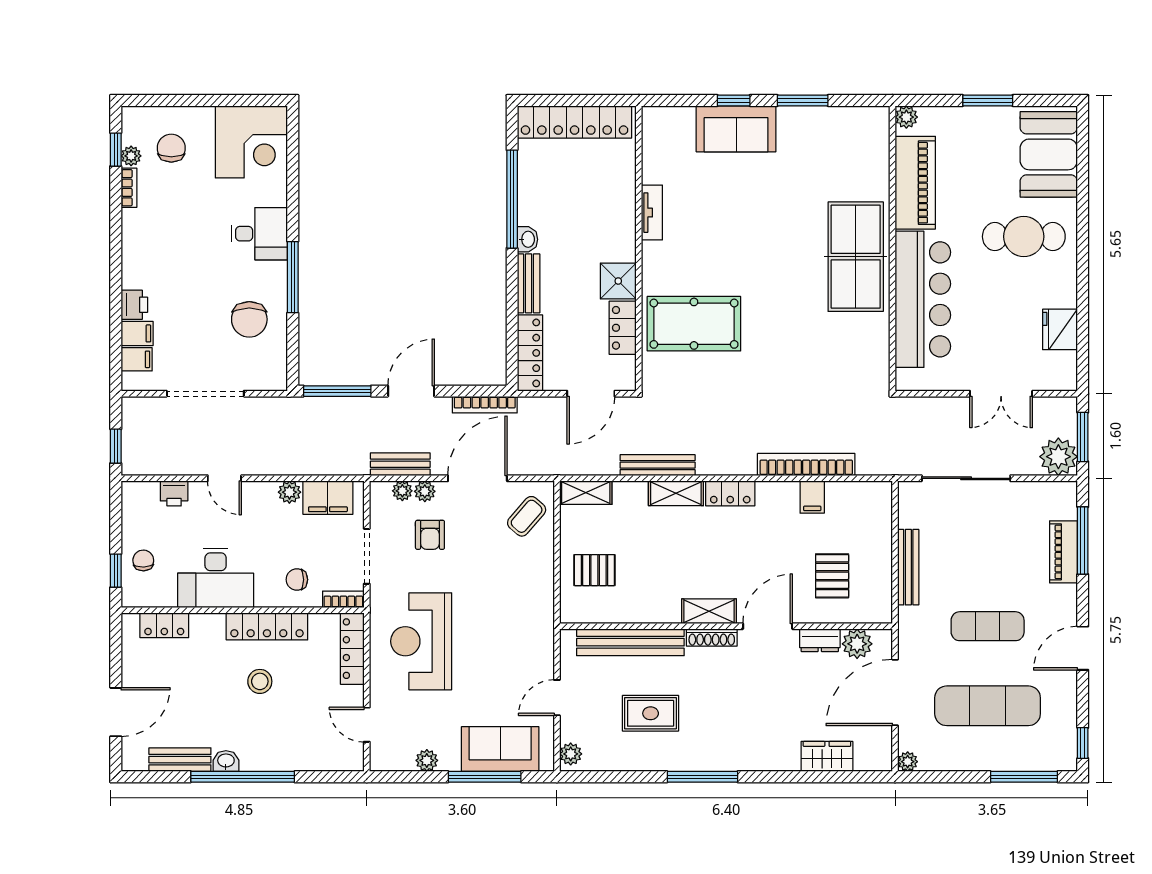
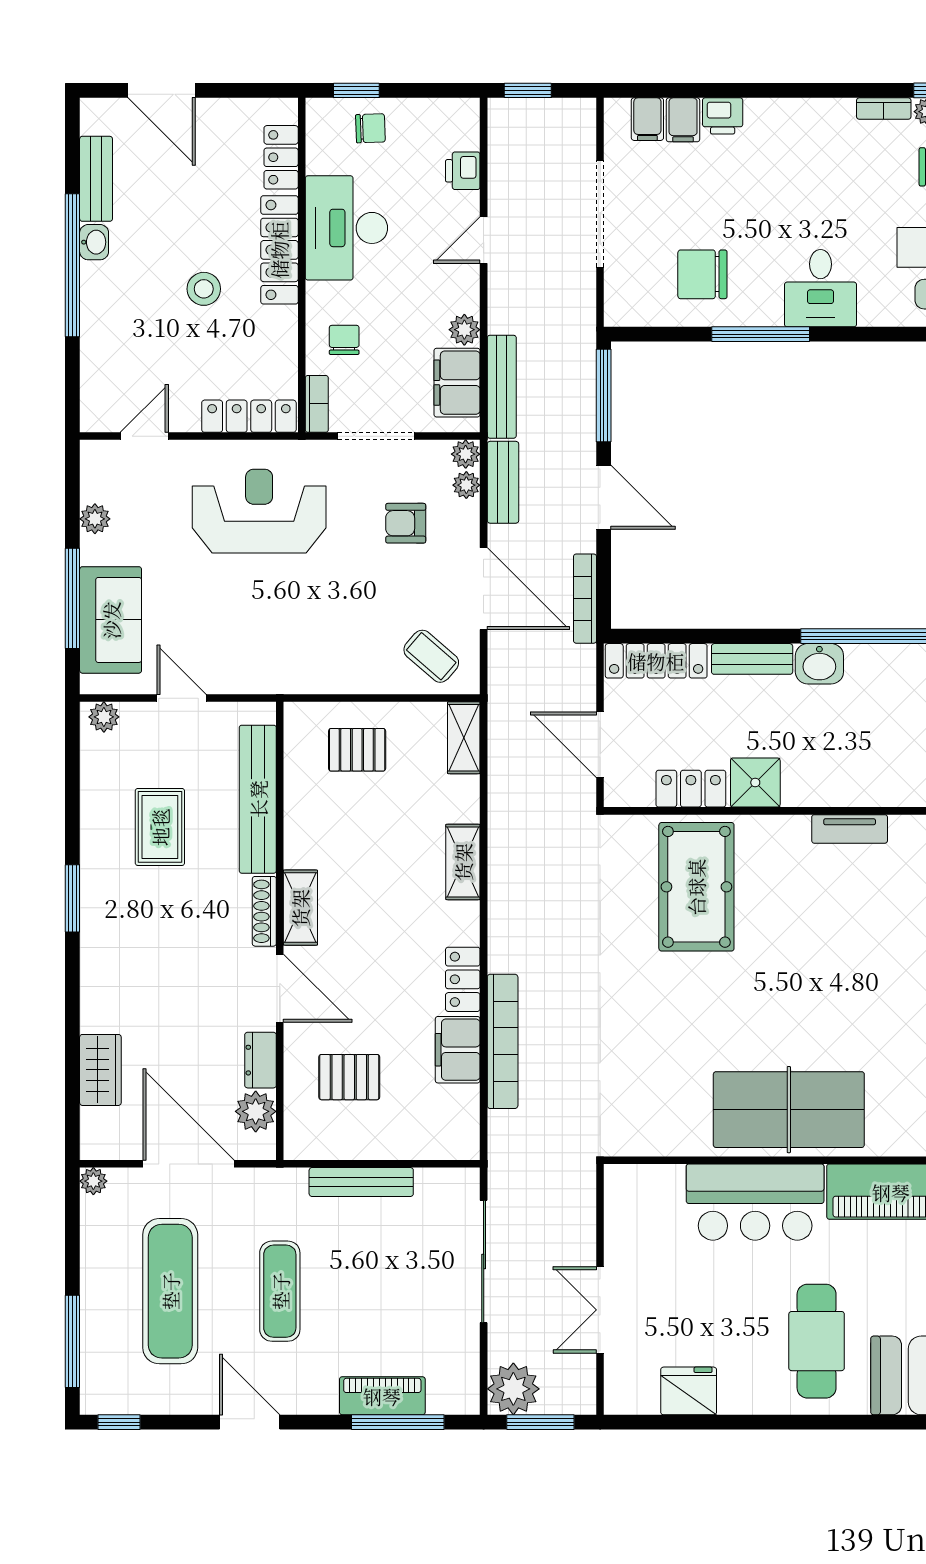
washbasin: (527, 239) -> (819, 664), width x1.38, depth x1.45
bar counter: (923, 299) -> (755, 1202), width x0.73
bench: (658, 465) -> (502, 387), moved
plant: (425, 491) -> (466, 454), moved
locker: (730, 493) -> (463, 979), moved
filing cabinet: (812, 497) -> (458, 1050), width x2.00
pallet: (594, 570) -> (357, 750), turned 90
locker: (267, 626) -> (279, 250), moved
window: (702, 777) -> (72, 898), width x0.69

